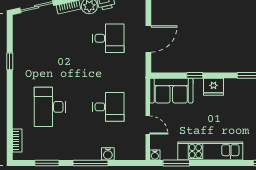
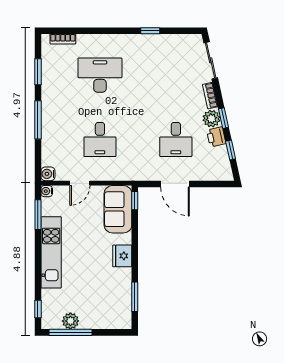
window: (195, 75) -> (135, 201), moved
water cooler: (108, 154) -> (48, 174), moved

